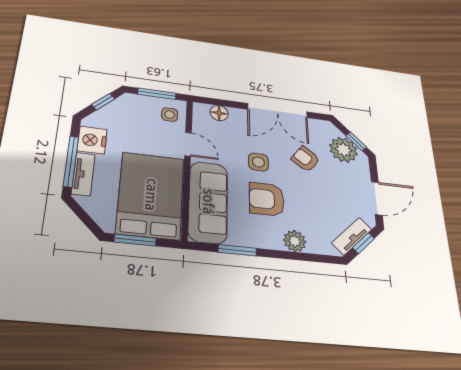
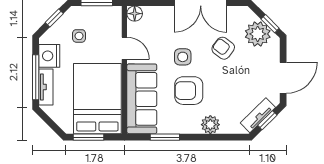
floor lamp: (219, 113) -> (135, 14), moved
side table: (170, 115) -> (79, 36), moved

